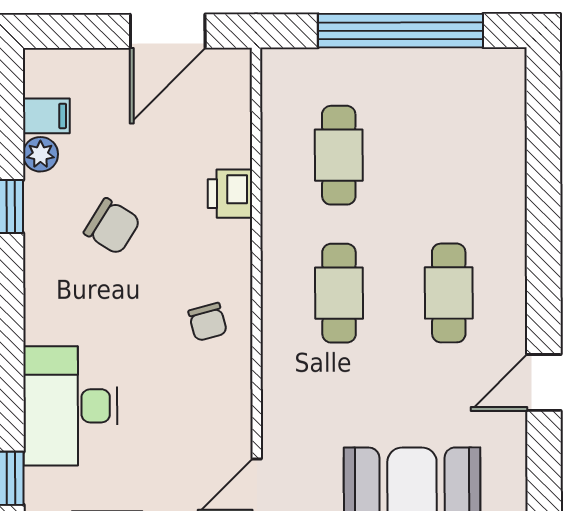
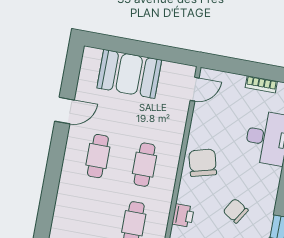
chair: (208, 322) -> (203, 163), width x1.87, depth x1.87

